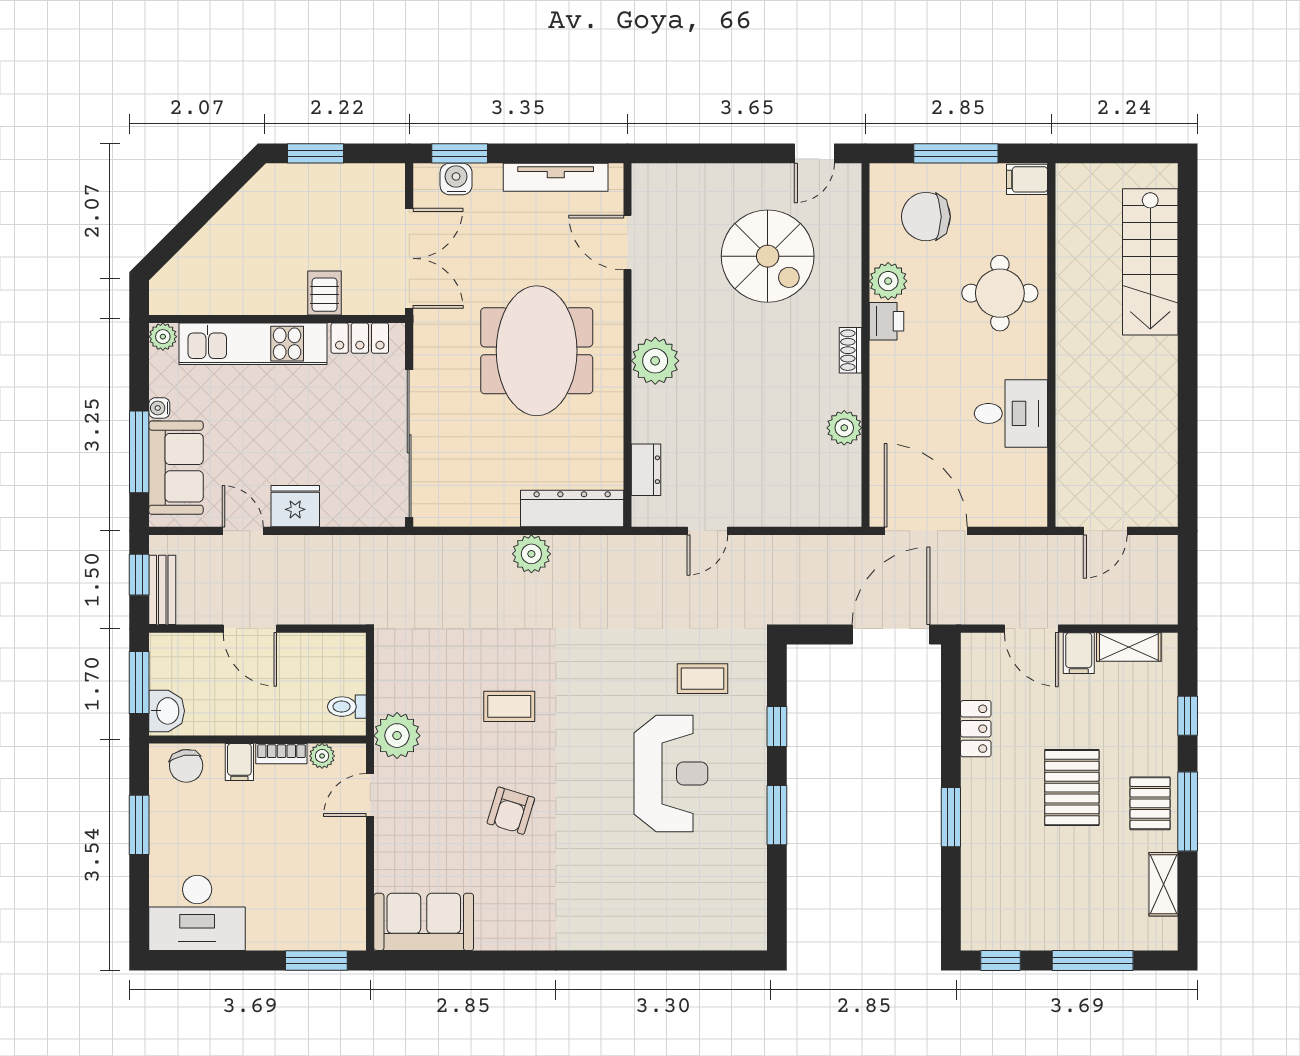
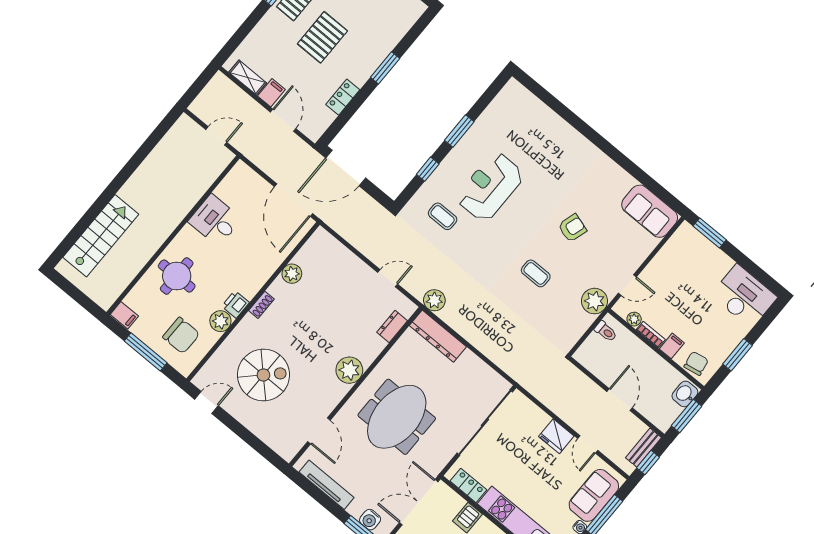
spiral stairs: (768, 256) -> (263, 375), turned 90
plant: (531, 554) -> (434, 300), moved
window: (1188, 716) -> (247, 27), removed

